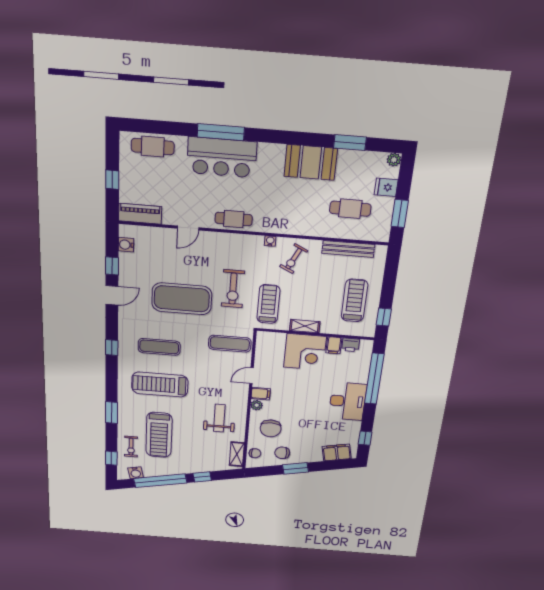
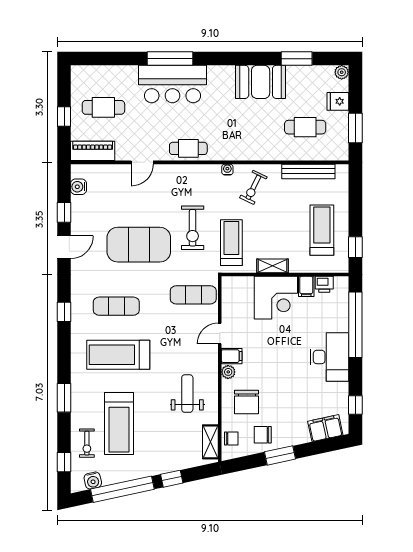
cafe table: (153, 147) -> (103, 107), moved

